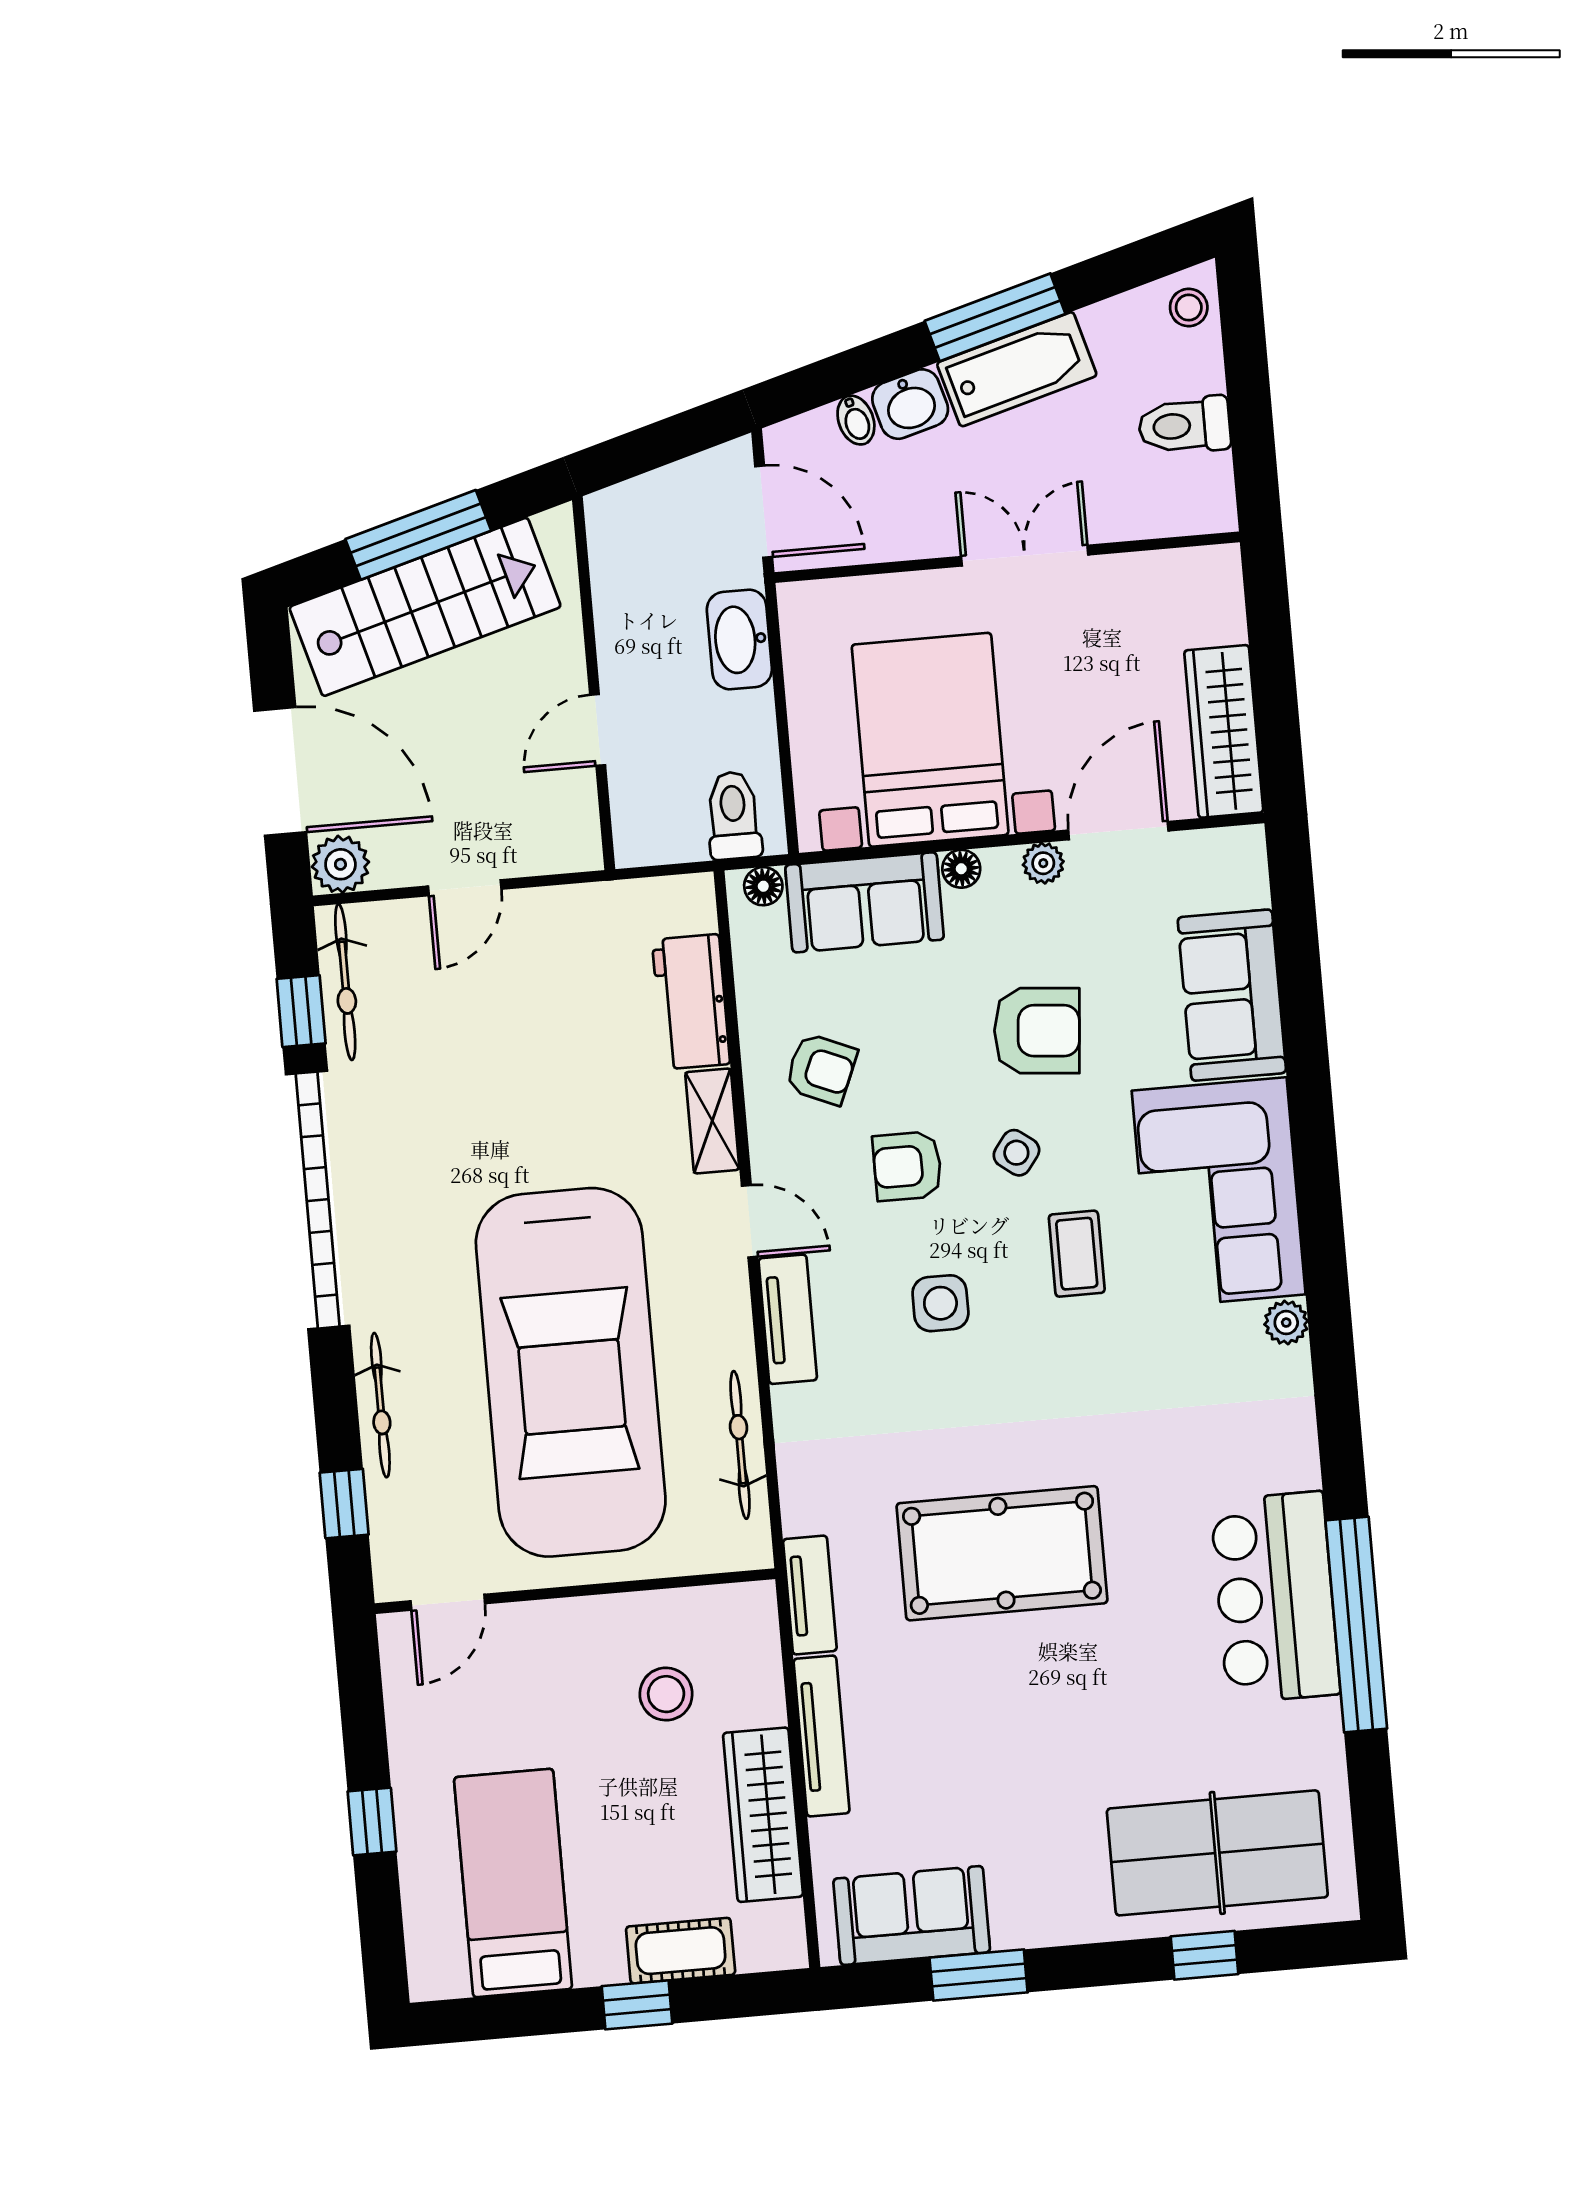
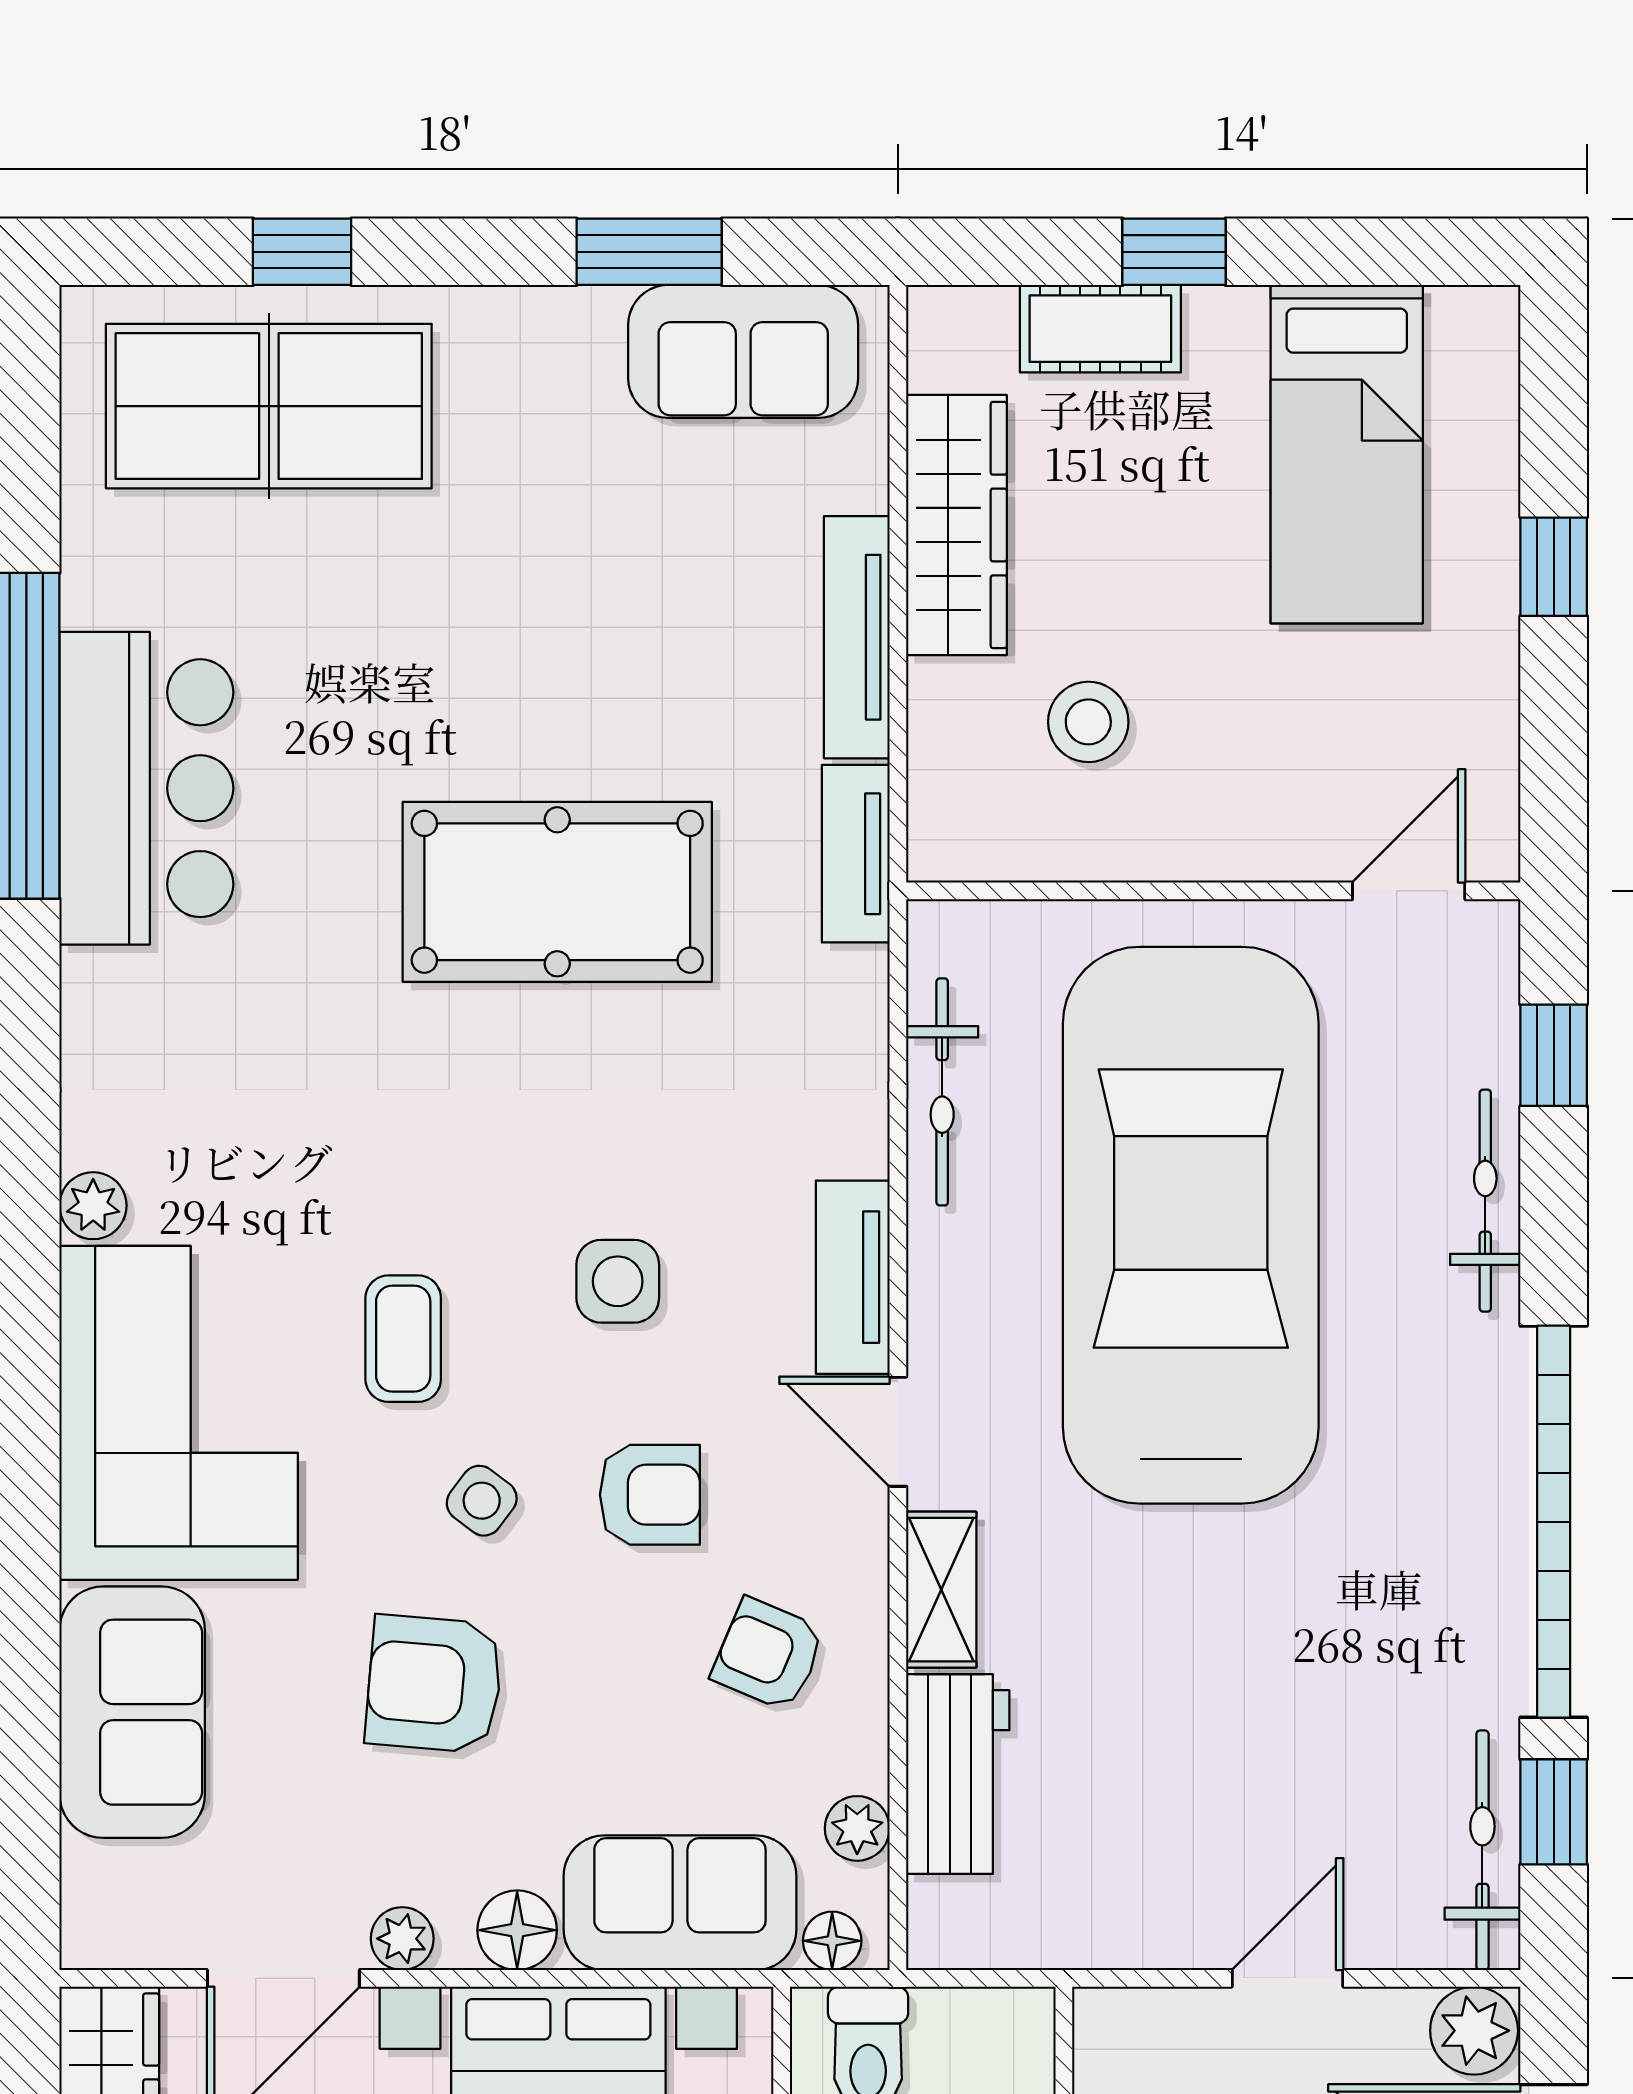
floor lamp: (961, 869) -> (517, 1930), width x1.37, depth x1.37
plant: (753, 961) -> (857, 1828), added

